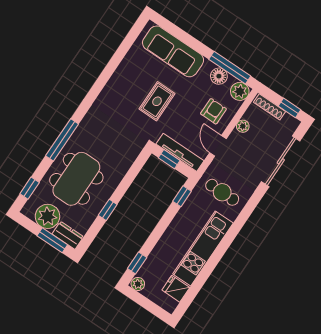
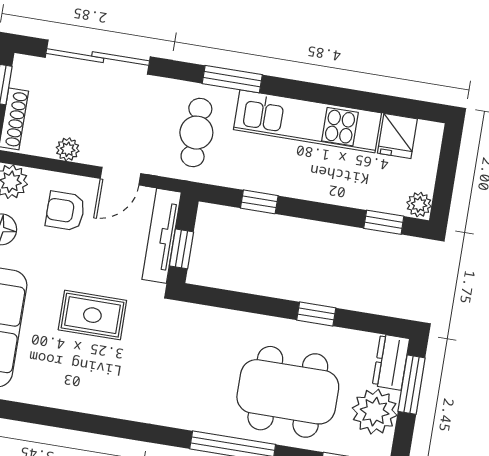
window: (182, 196) -> (259, 202), moved
window: (240, 221) -> (232, 79), added

